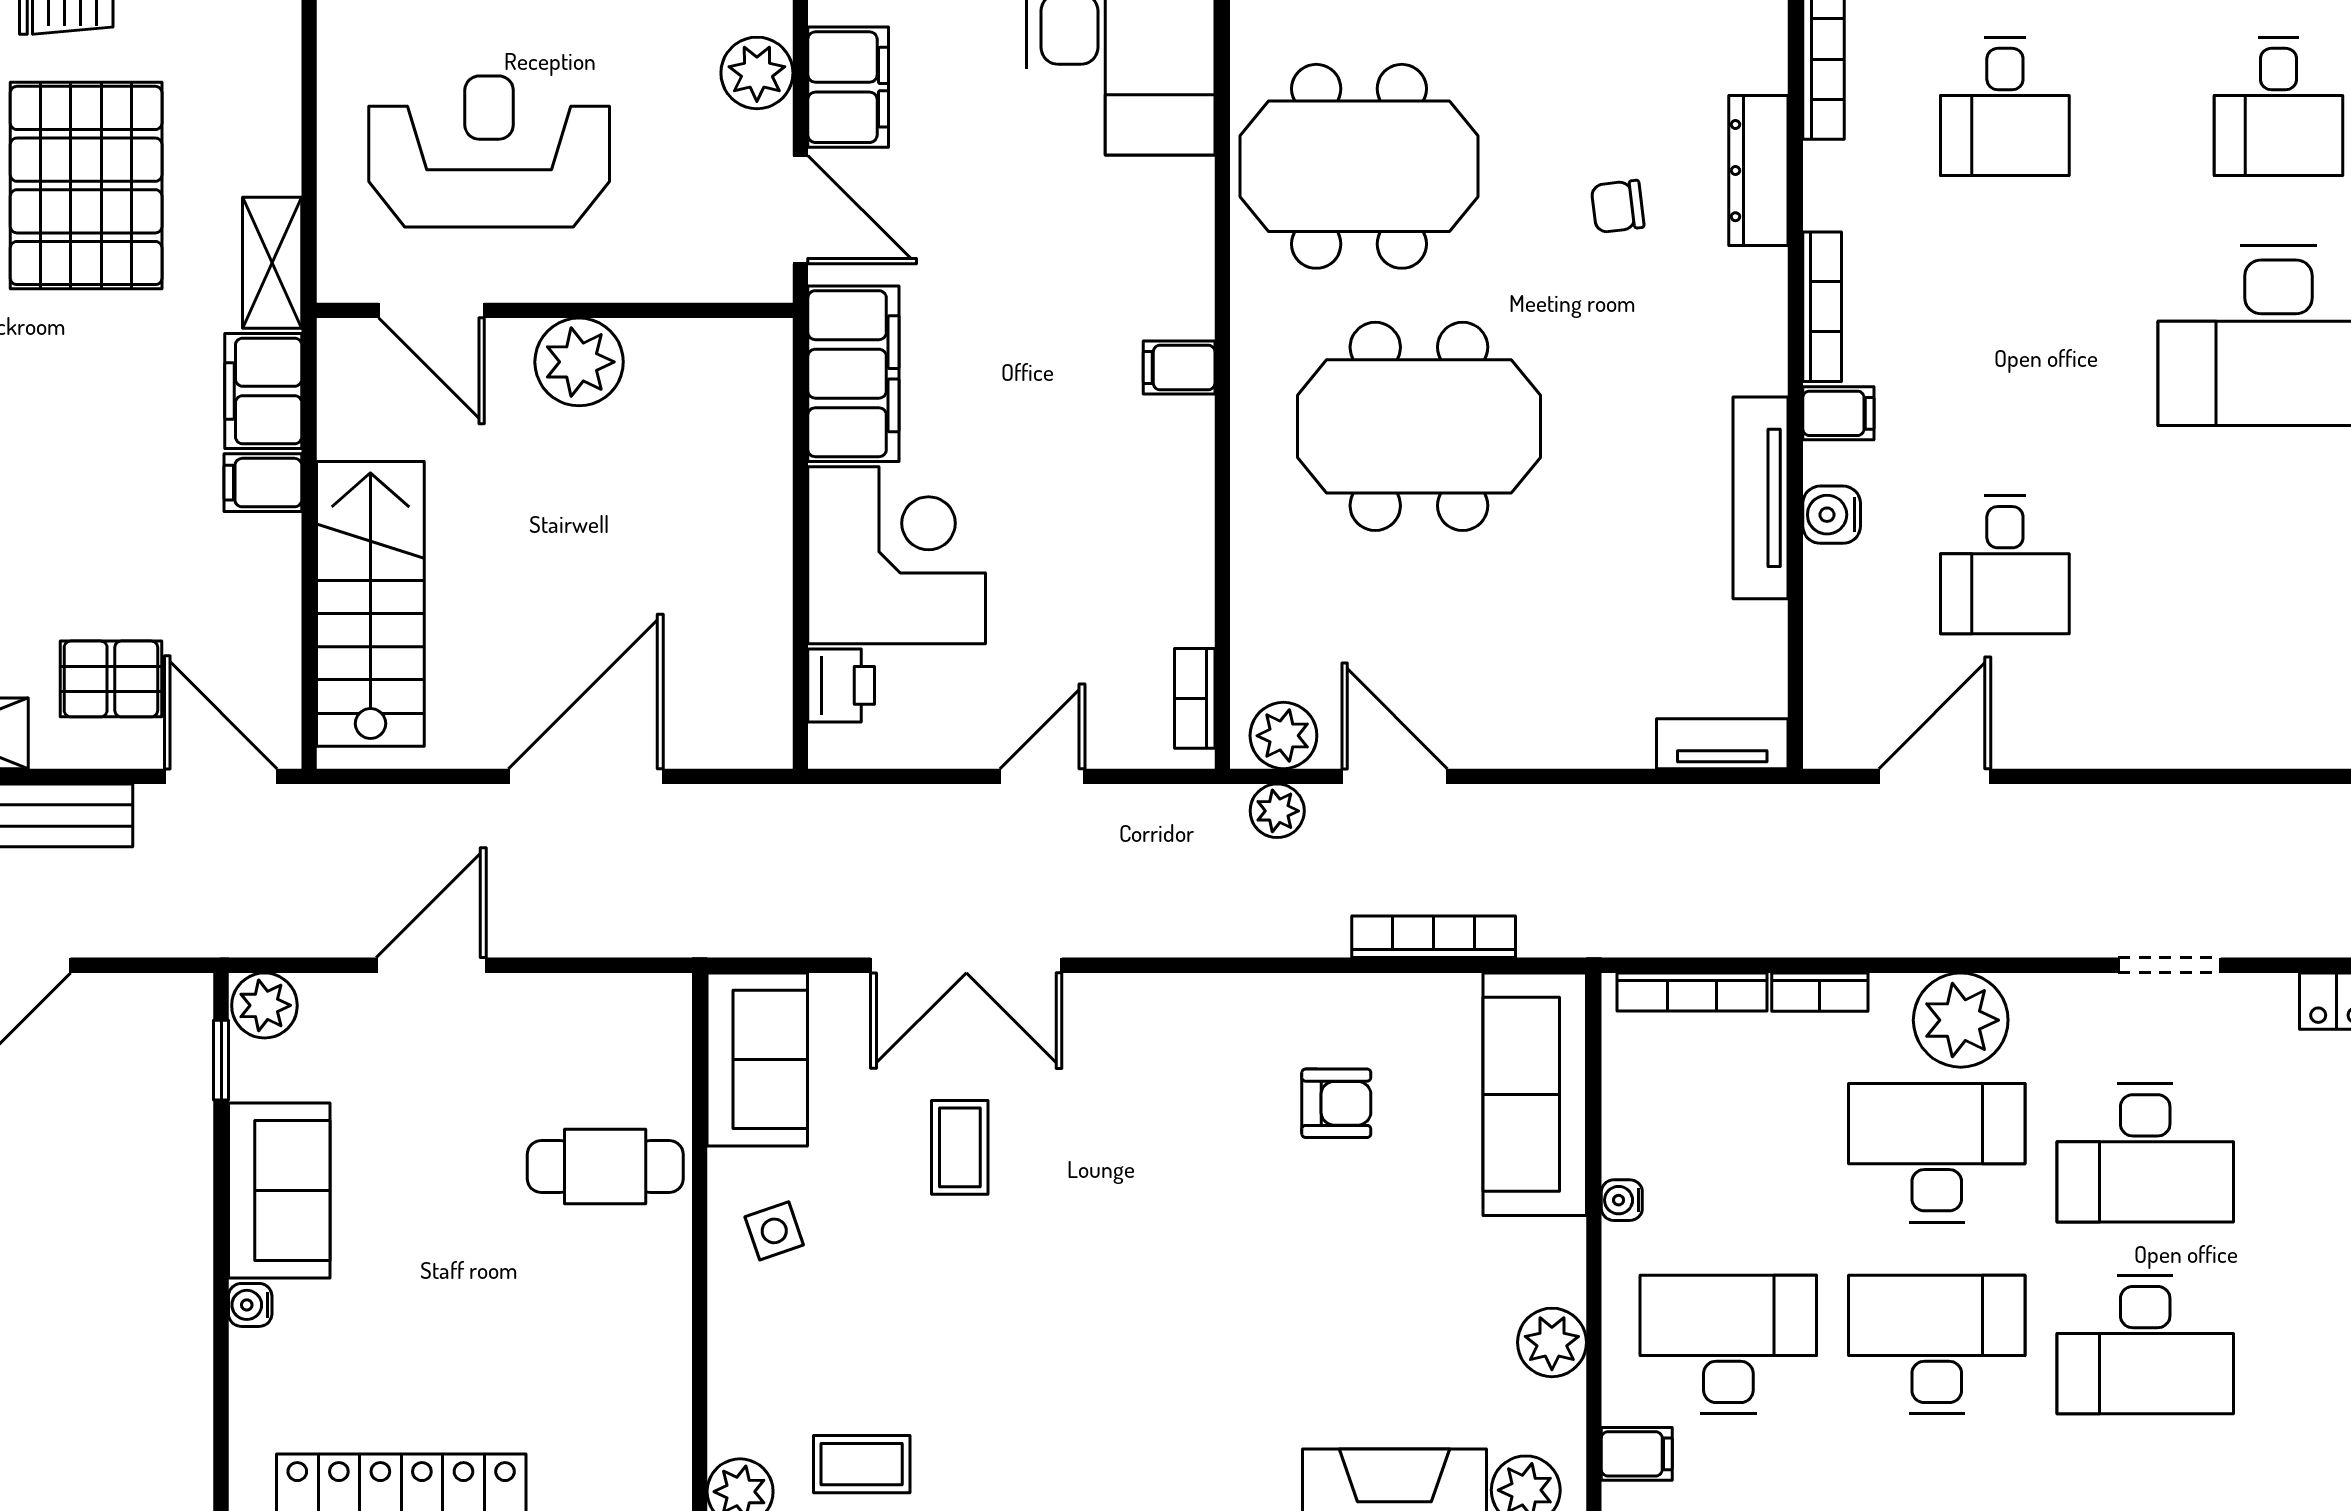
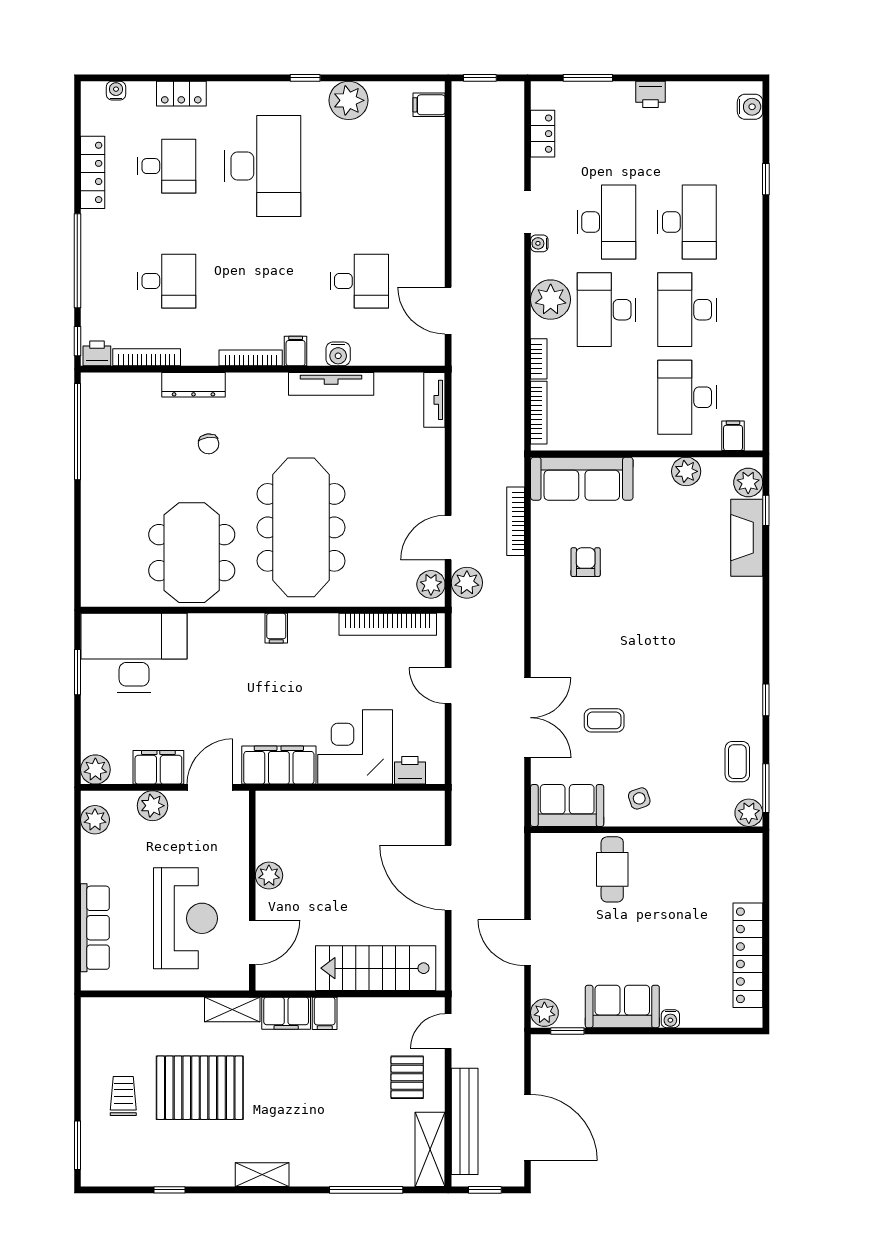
reception desk: (489, 151) -> (185, 918), turned 180
plant: (579, 362) -> (269, 876), width x0.73, depth x0.73
meeting table: (1419, 426) -> (301, 527), width x1.36
bookcase: (1195, 698) -> (388, 624), width x2.31, depth x1.31
door: (221, 776) -> (448, 1031), width x0.73
plant: (1277, 811) -> (467, 583), width x1.38, depth x1.38
water cooler: (1622, 1200) -> (539, 243), moved, turned 90

